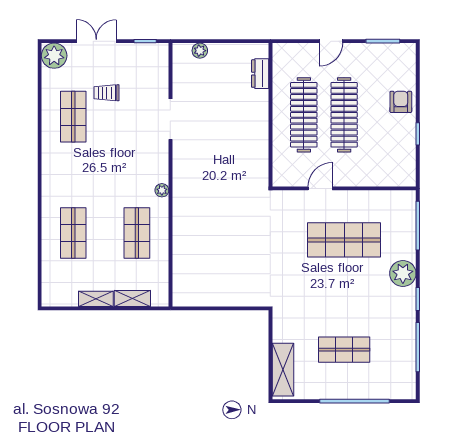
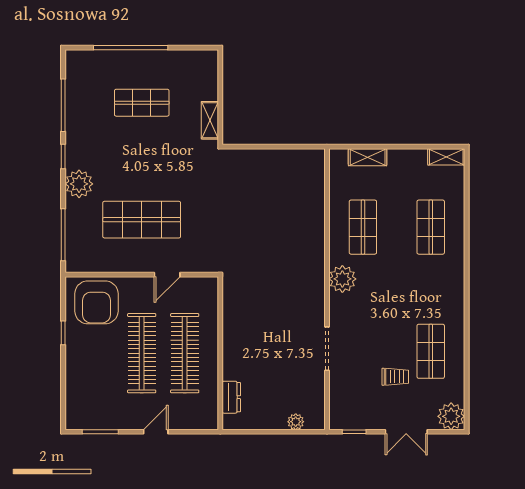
armchair: (401, 102) -> (96, 302), moved, width x1.88, depth x1.88
plant: (162, 190) -> (342, 279), width x1.88, depth x1.88
shelving: (96, 299) -> (446, 157), moved
shelving: (283, 370) -> (210, 120), moved, width x0.67, depth x0.75

